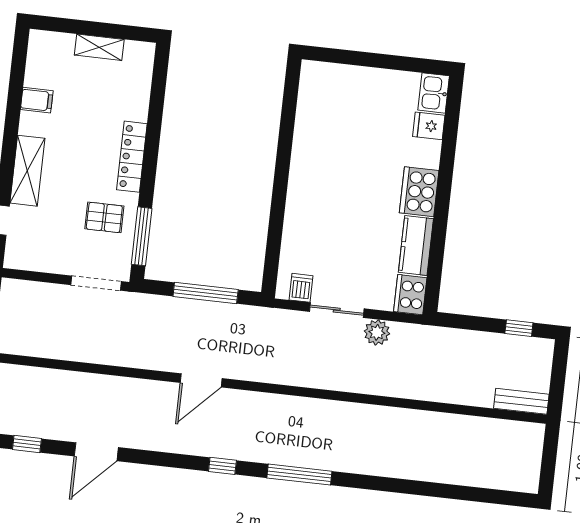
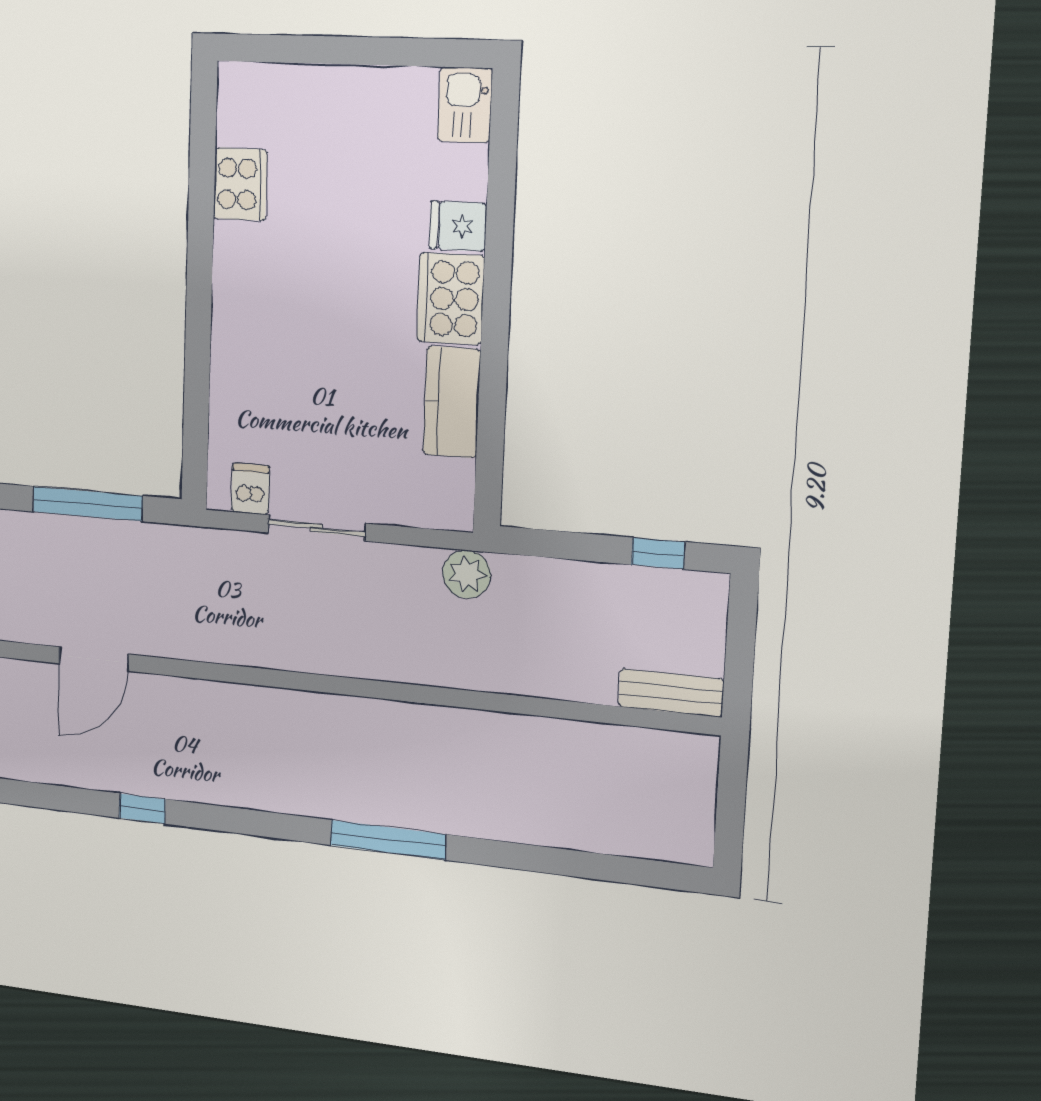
fridge: (429, 126) -> (458, 226), moved
cooker: (410, 295) -> (240, 184), moved, turned 180
plant: (377, 332) -> (467, 574), moved
window: (299, 475) -> (388, 840), moved

